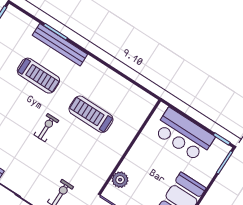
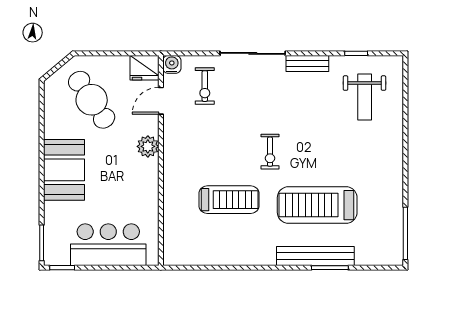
treadmill: (38, 76) -> (317, 205), width x1.37, depth x1.38

